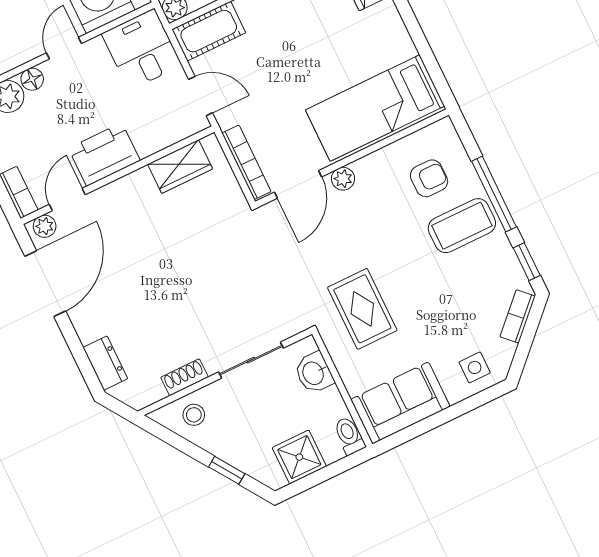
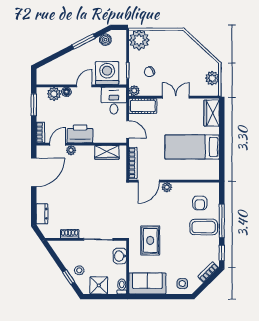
bed: (375, 108) -> (192, 147), moved
armchair: (429, 178) -> (200, 203), turned 90
plant: (45, 226) -> (71, 150), moved
stool: (194, 415) -> (79, 270), moved

